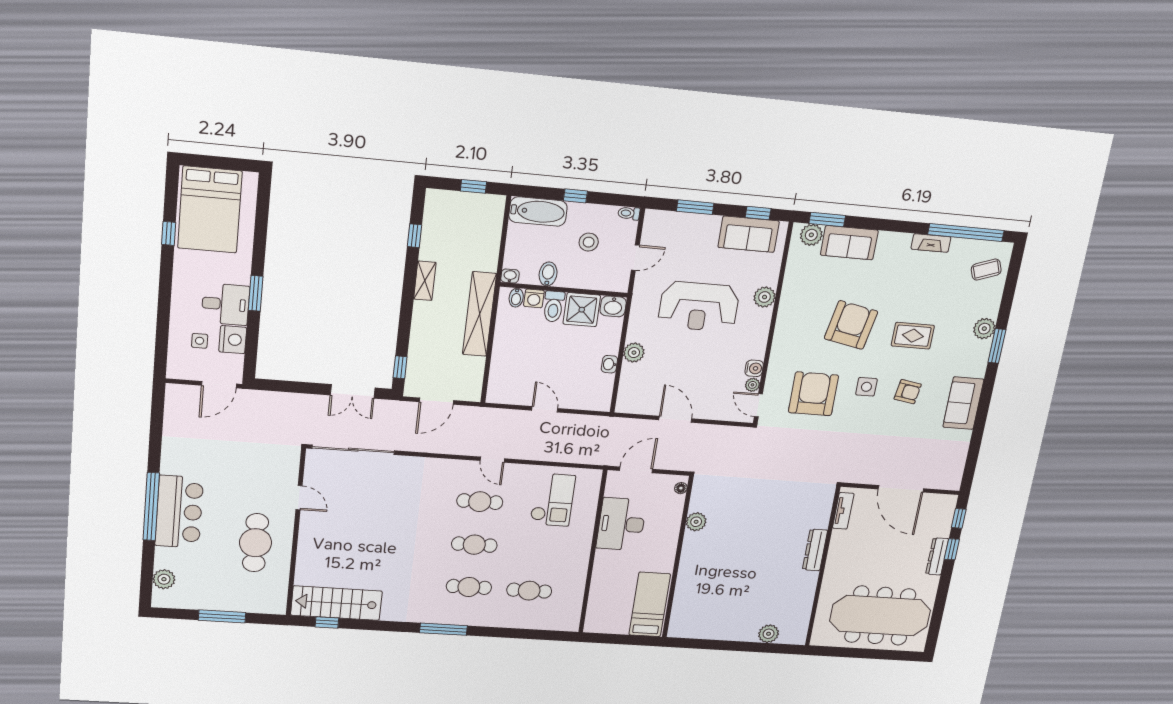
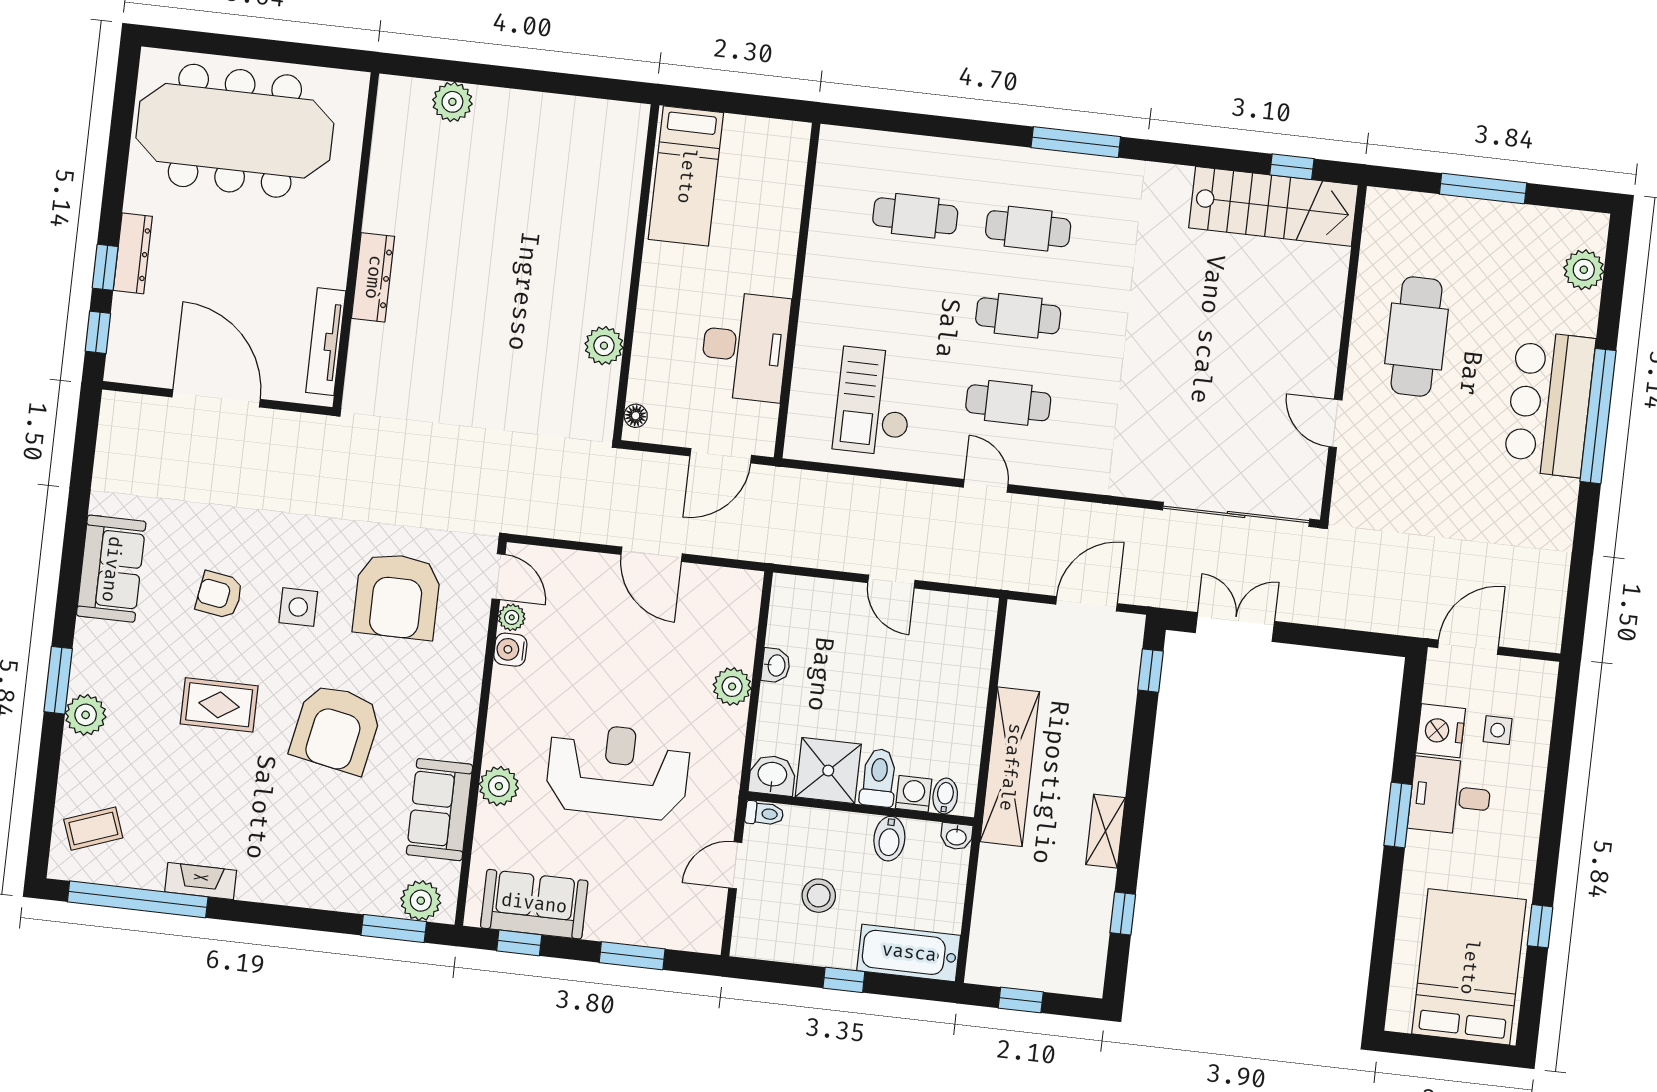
toilet: (629, 213) -> (764, 814), moved
sofa: (849, 243) -> (440, 810), moved, turned -90
tv unit: (843, 511) -> (326, 342), width x1.41

